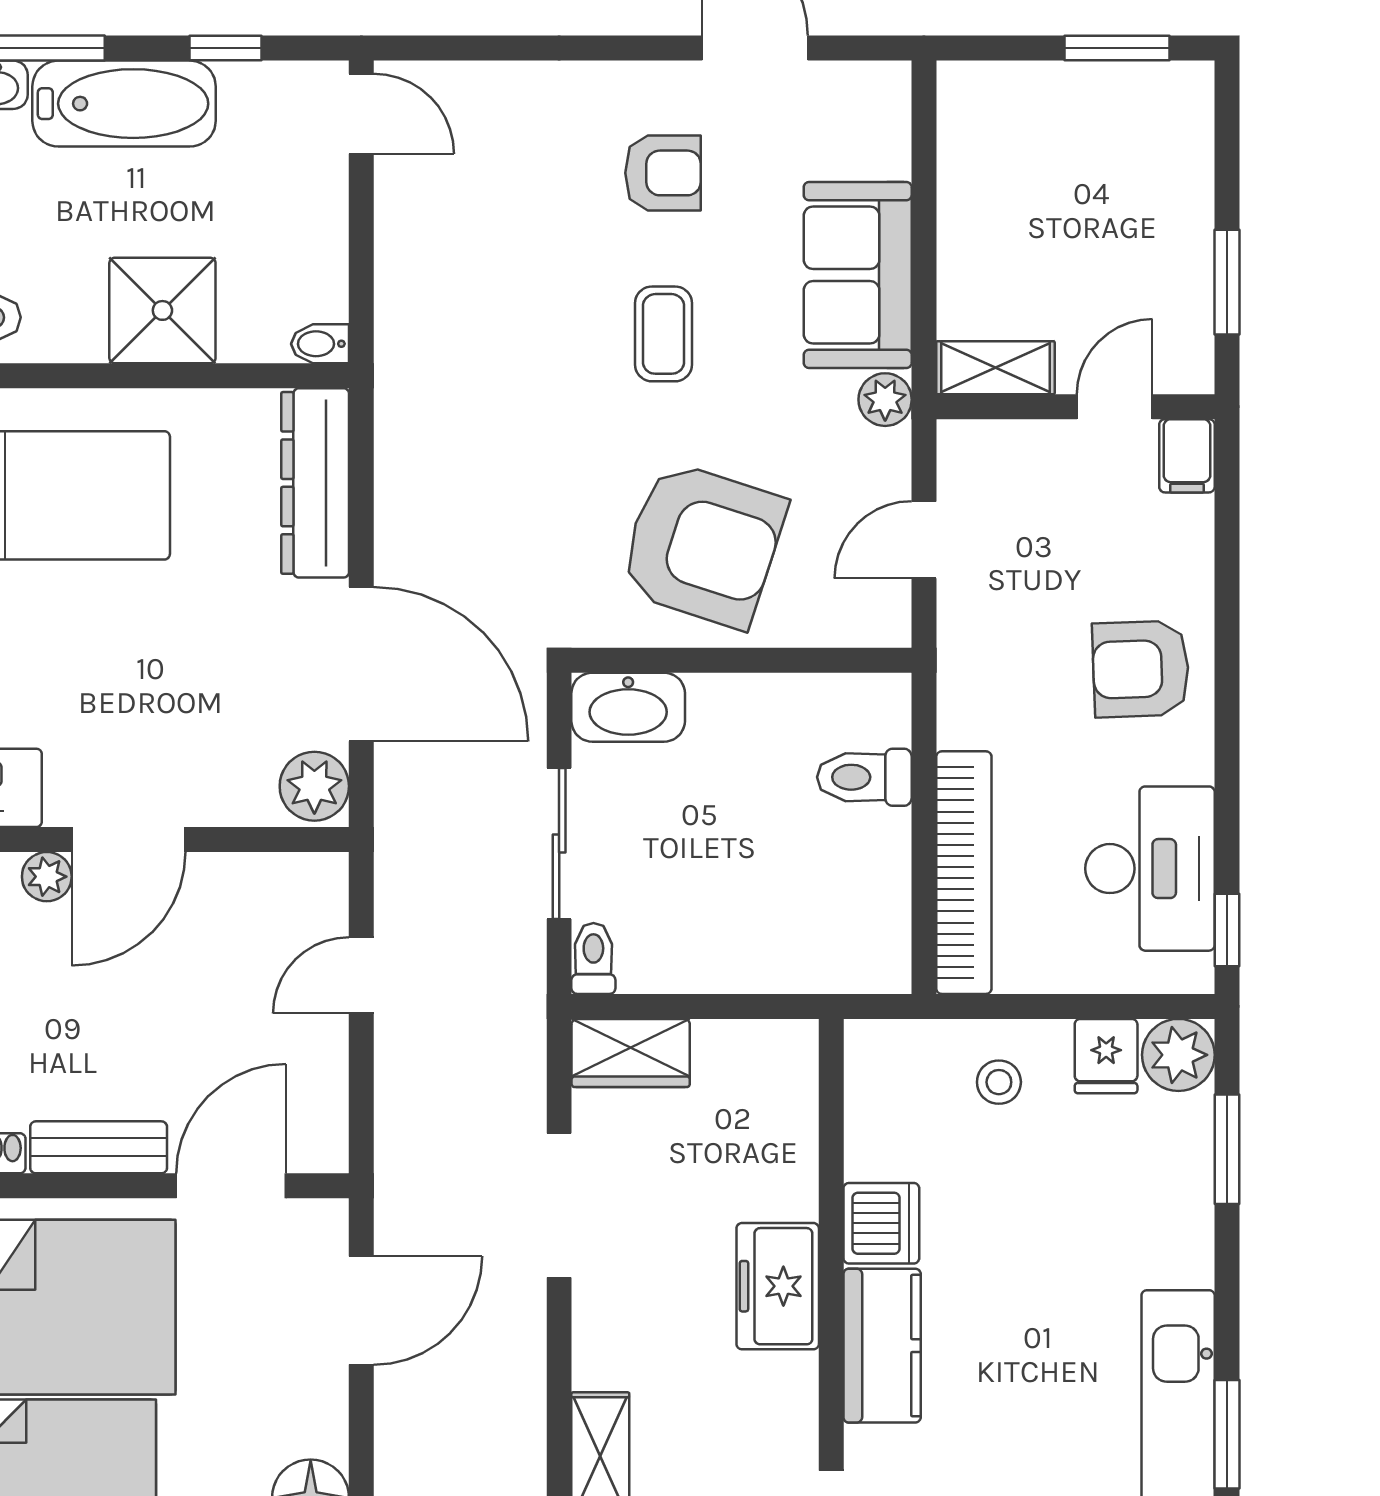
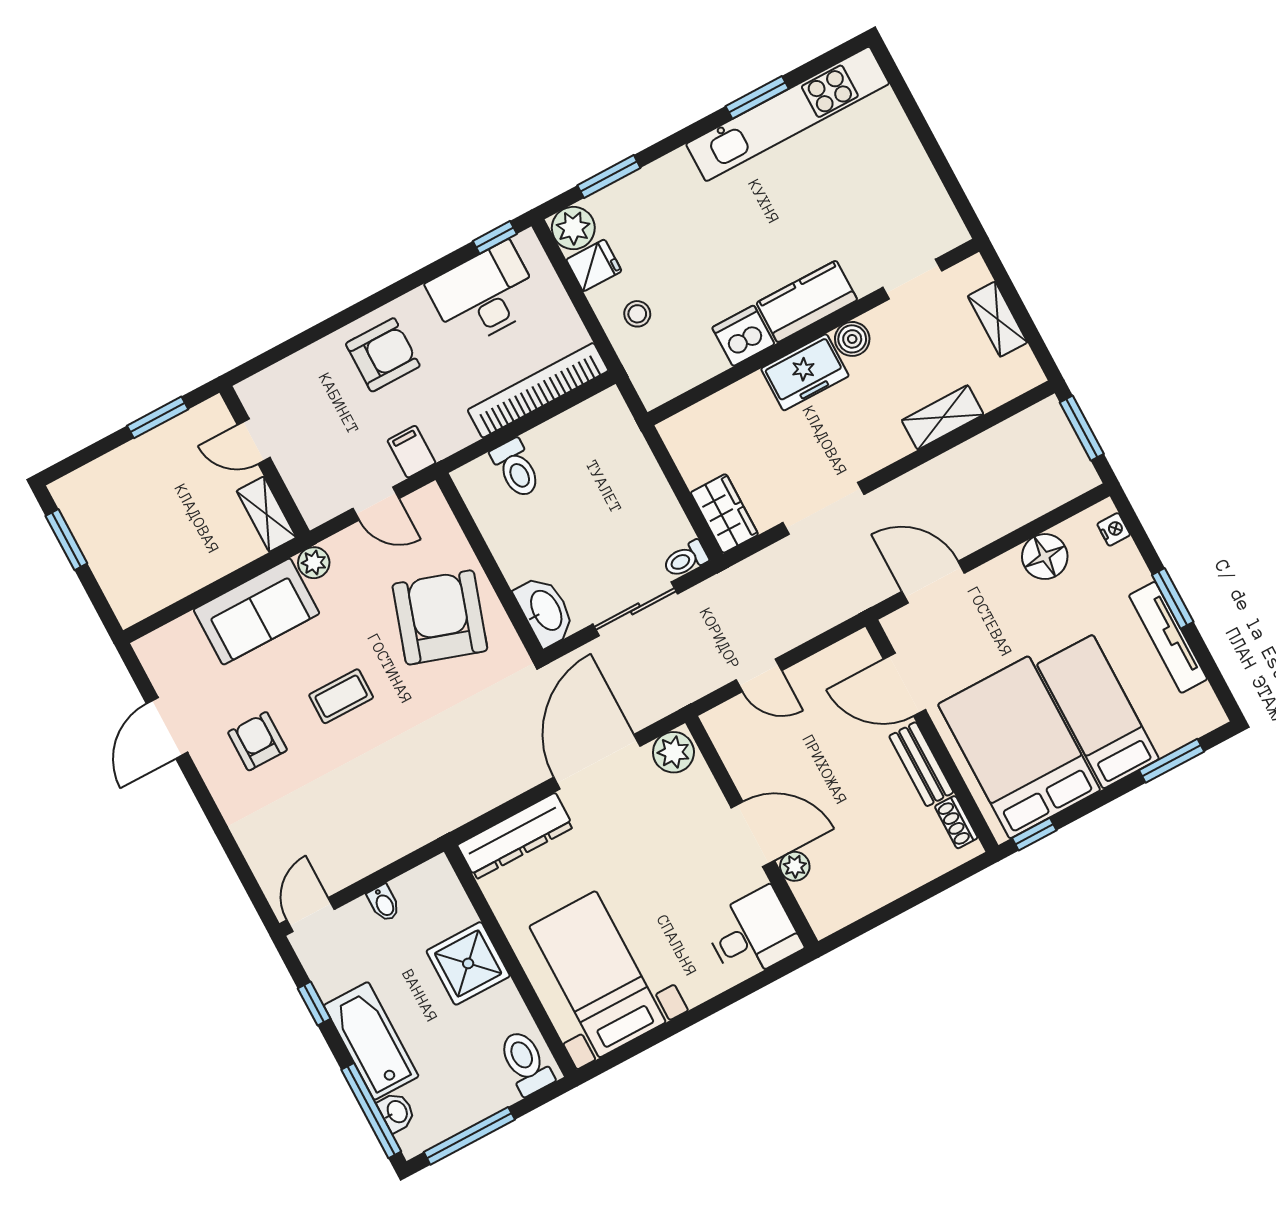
bidet: (320, 344) -> (384, 903), moved
filing cabinet: (1187, 456) -> (412, 452), moved, turned -90
armchair: (1141, 669) -> (383, 355), turned -88
boiler: (790, 1384) -> (852, 339), added

